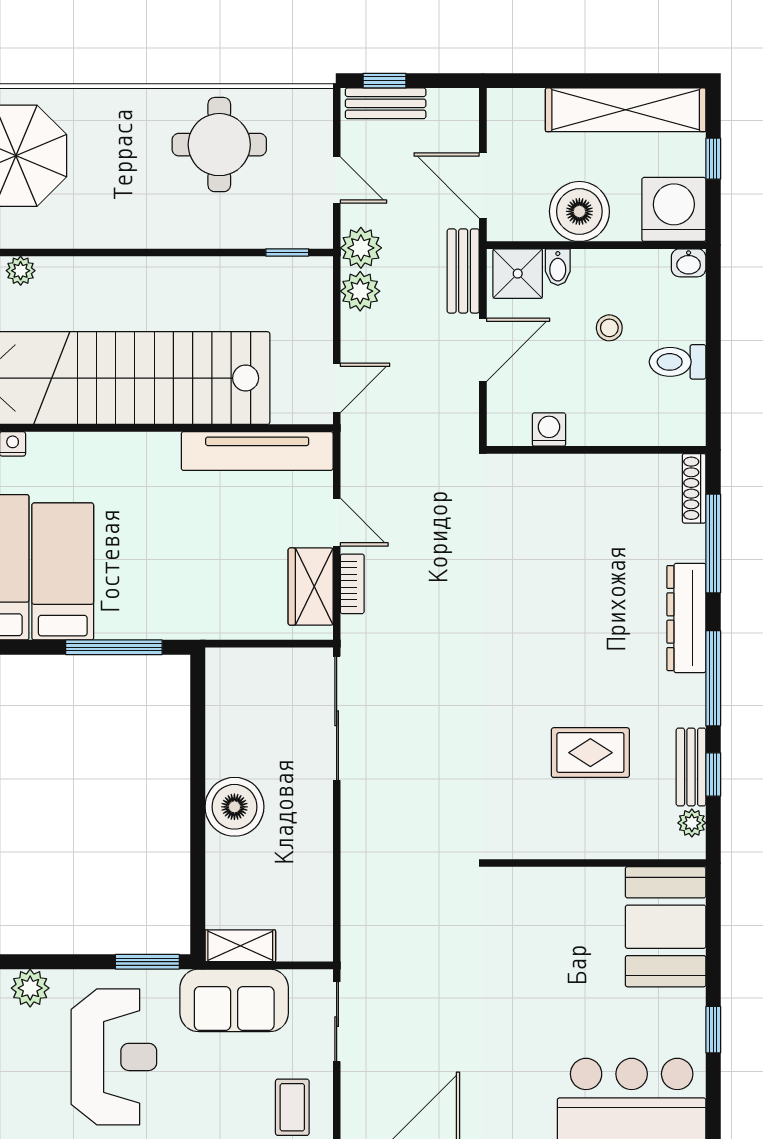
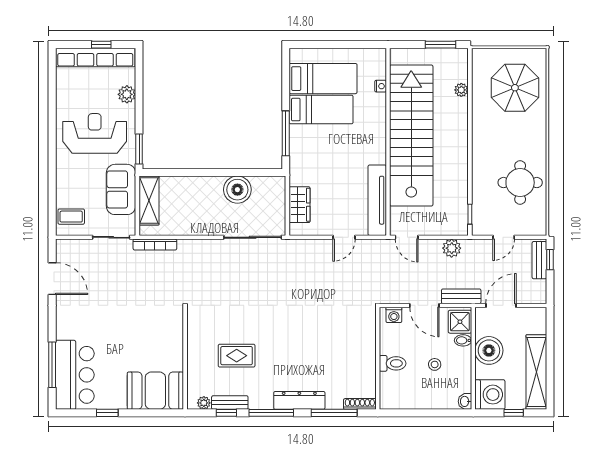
plant: (361, 248) -> (472, 249), removed
toilet: (678, 362) -> (393, 363), moved, turned 90
washing machine: (549, 430) -> (394, 315), moved, turned 90
bookcase: (352, 584) -> (155, 245), moved, width x1.56
wardrobe: (311, 587) -> (300, 205), moved, turned 90
rug: (590, 753) -> (237, 356), turned 90
boiler: (234, 807) -> (237, 190), moved
shelving: (240, 946) -> (149, 201), width x1.50, depth x1.33
reception desk: (114, 1057) -> (95, 133), turned 180

